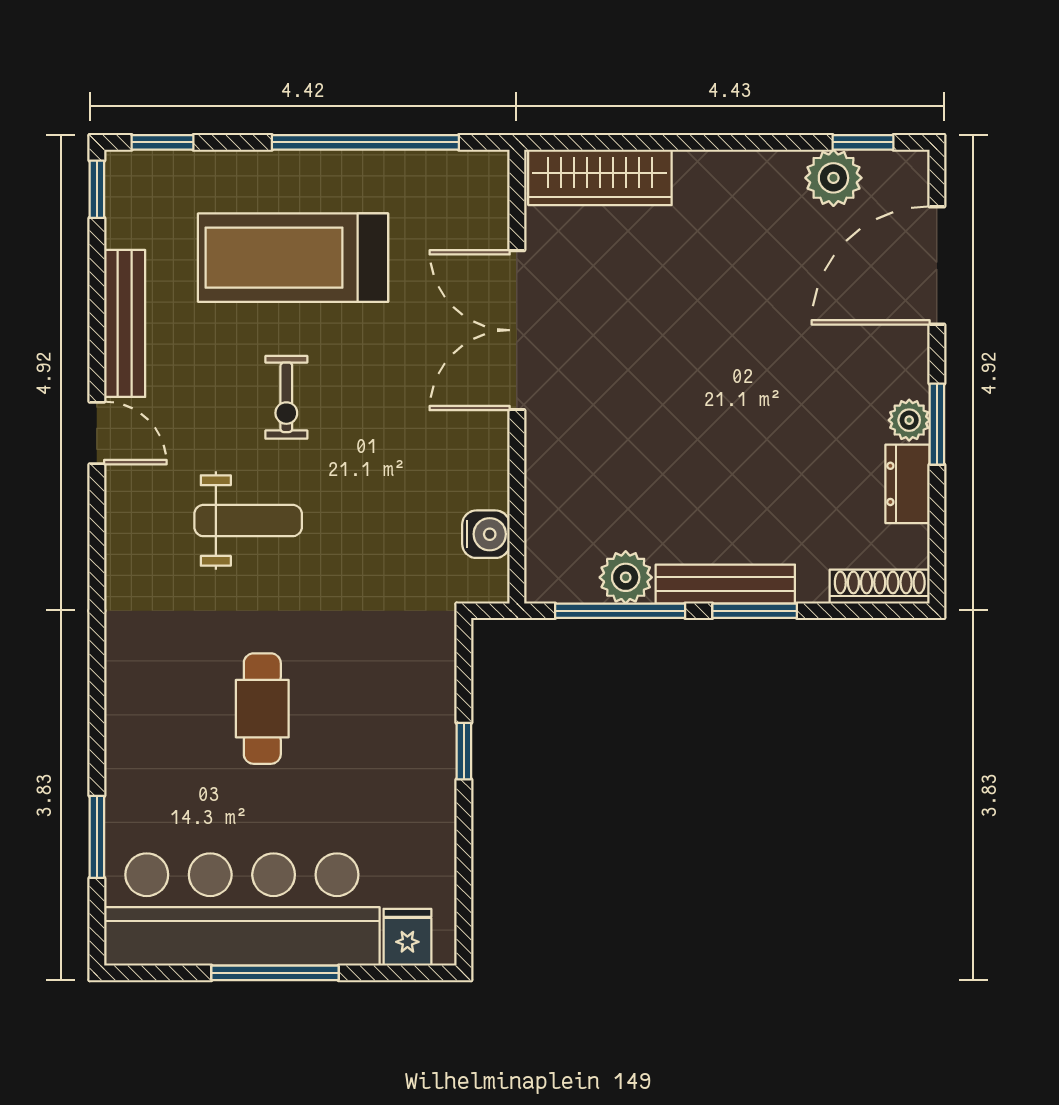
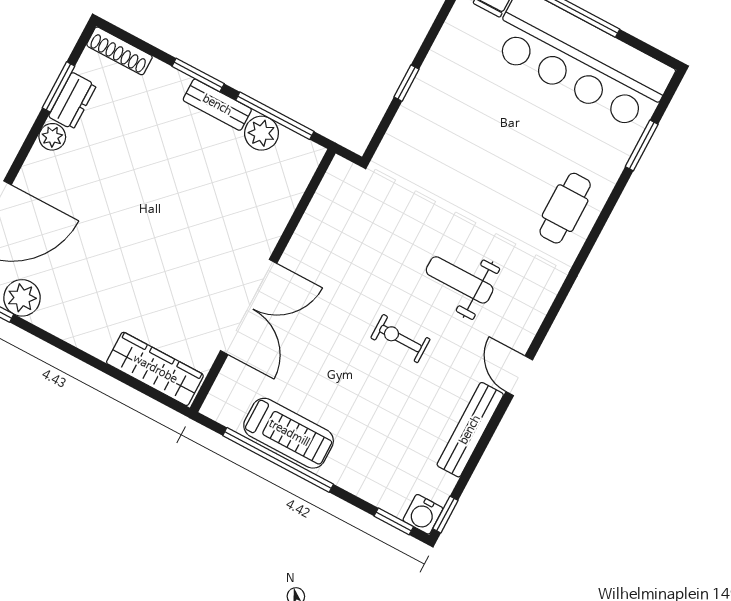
treadmill: (293, 258) -> (289, 433), moved, width x0.73, depth x0.73
exercise bike: (286, 397) -> (400, 339), turned -90
window: (937, 424) -> (58, 87), moved
water cooler: (486, 534) -> (423, 514), moved, turned -90
bench: (725, 584) -> (217, 105), width x0.73
cafe table: (262, 709) -> (565, 208), moved

